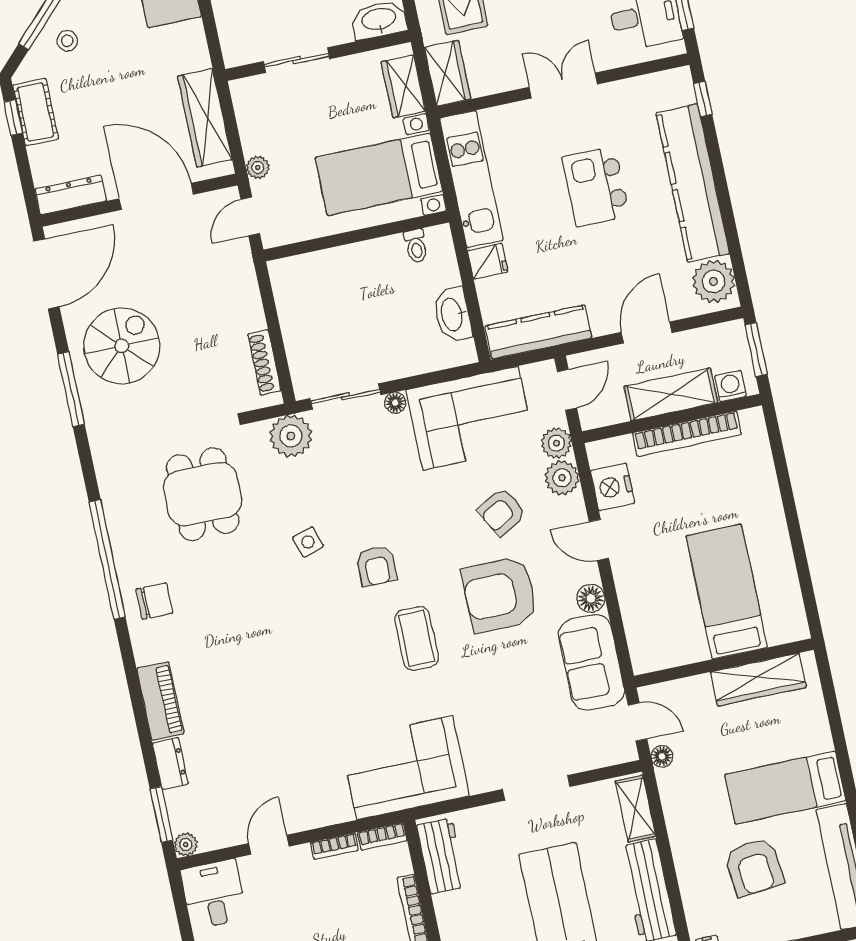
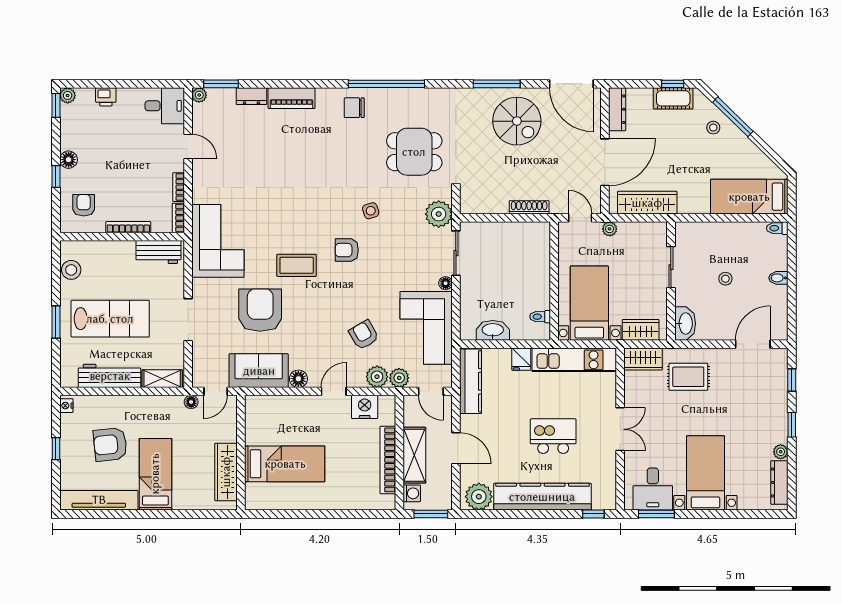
shoe rack: (264, 362) -> (529, 207), moved
armchair: (500, 595) -> (260, 310), moved
chair: (154, 601) -> (354, 108), turned 90

